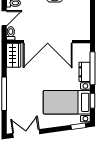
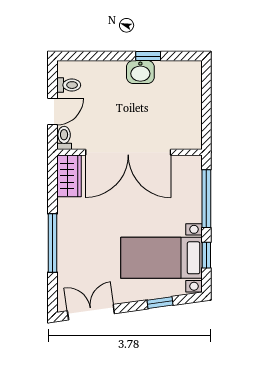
dresser: (85, 72) -> (193, 205), removed
window: (78, 126) -> (160, 303), moved

